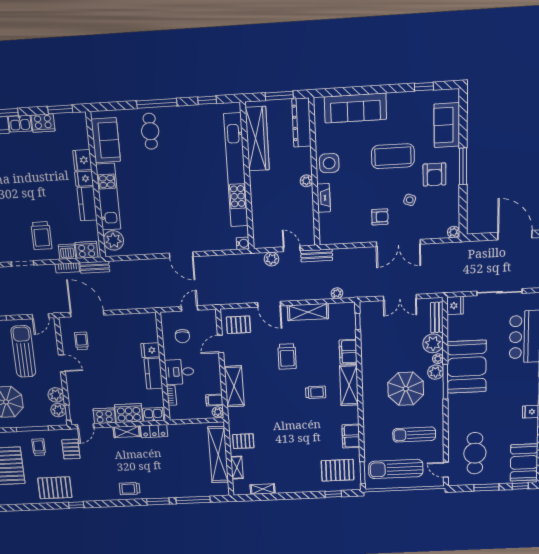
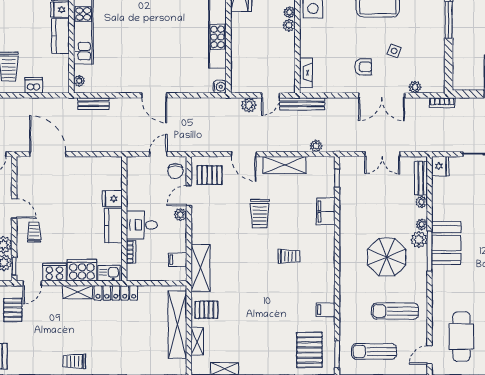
plant: (306, 168) -> (290, 12), added
armchair: (434, 175) -> (420, 26), removed
fireplace: (324, 198) -> (306, 73), moved
plant: (454, 232) -> (415, 87), moved
plant: (113, 240) -> (79, 81), width x0.53, depth x0.53
door: (292, 249) -> (271, 95), swing flipped
cooker: (87, 250) -> (55, 84), removed
bench: (317, 255) -> (302, 104), width x1.36
bench: (95, 267) -> (93, 104), moved
bookcase: (67, 268) -> (442, 103), moved
chair: (182, 336) -> (175, 171), moved
trolley: (81, 341) -> (34, 232), moved
plant: (433, 343) -> (422, 202), width x0.53, depth x0.53
booth: (467, 367) -> (446, 243), width x0.73, depth x0.70
shelving: (349, 385) -> (325, 250), removed
shelving: (234, 386) -> (200, 268), moved
plant: (218, 412) -> (180, 215), moved
locker: (154, 431) -> (116, 293), width x1.53
filing cabinet: (351, 436) -> (326, 310), width x0.50
sun lounger: (396, 469) -> (374, 351), width x0.73, depth x0.75
pallet: (338, 470) -> (309, 350), turned 90
door: (446, 470) -> (430, 355), hinge flipped

